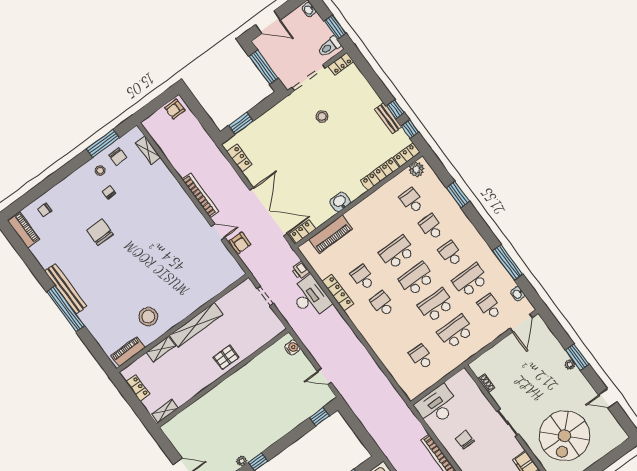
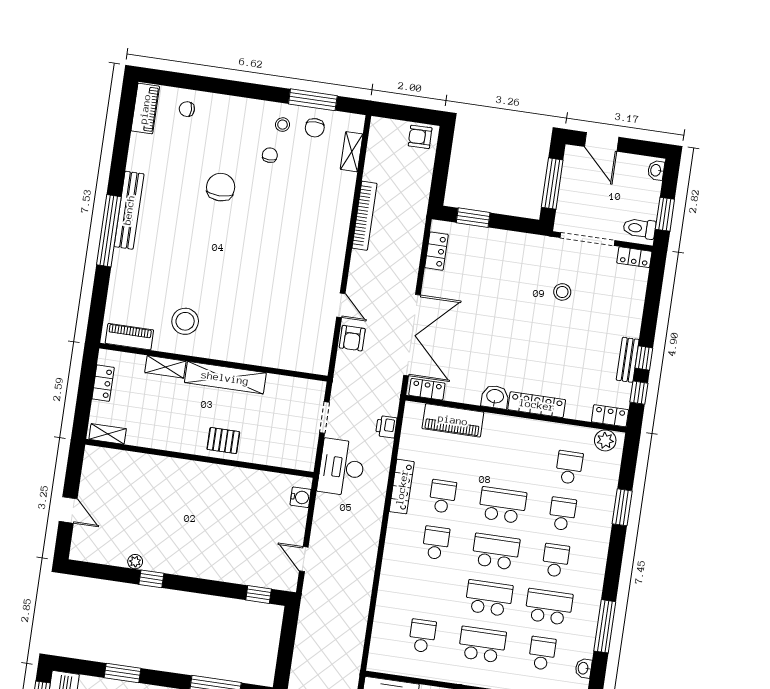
locker: (380, 174) -> (537, 405), moved
bookcase: (200, 195) -> (364, 216), moved
desk: (310, 297) -> (342, 467), moved, turned 180

